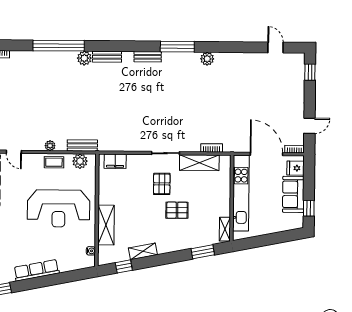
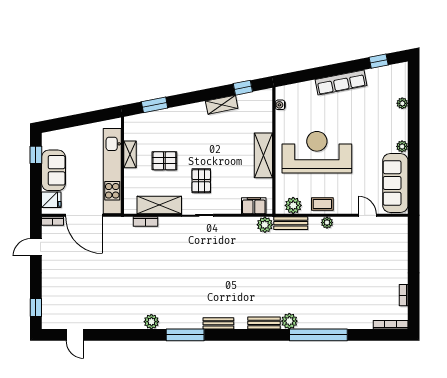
plant: (105, 144) -> (265, 225), added
pallet: (177, 210) -> (164, 161), moved
shelving: (106, 225) -> (263, 155), moved
shelving: (225, 229) -> (130, 154), moved

